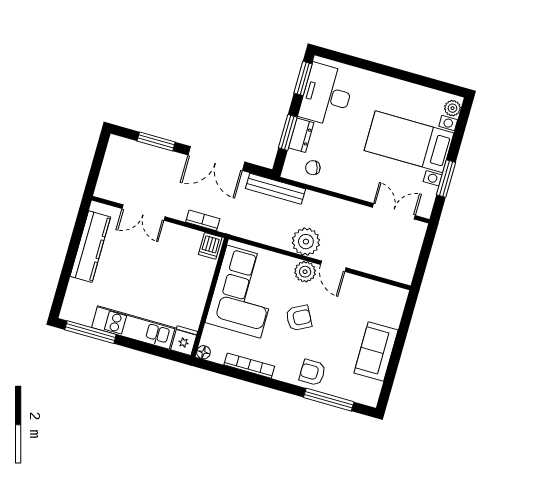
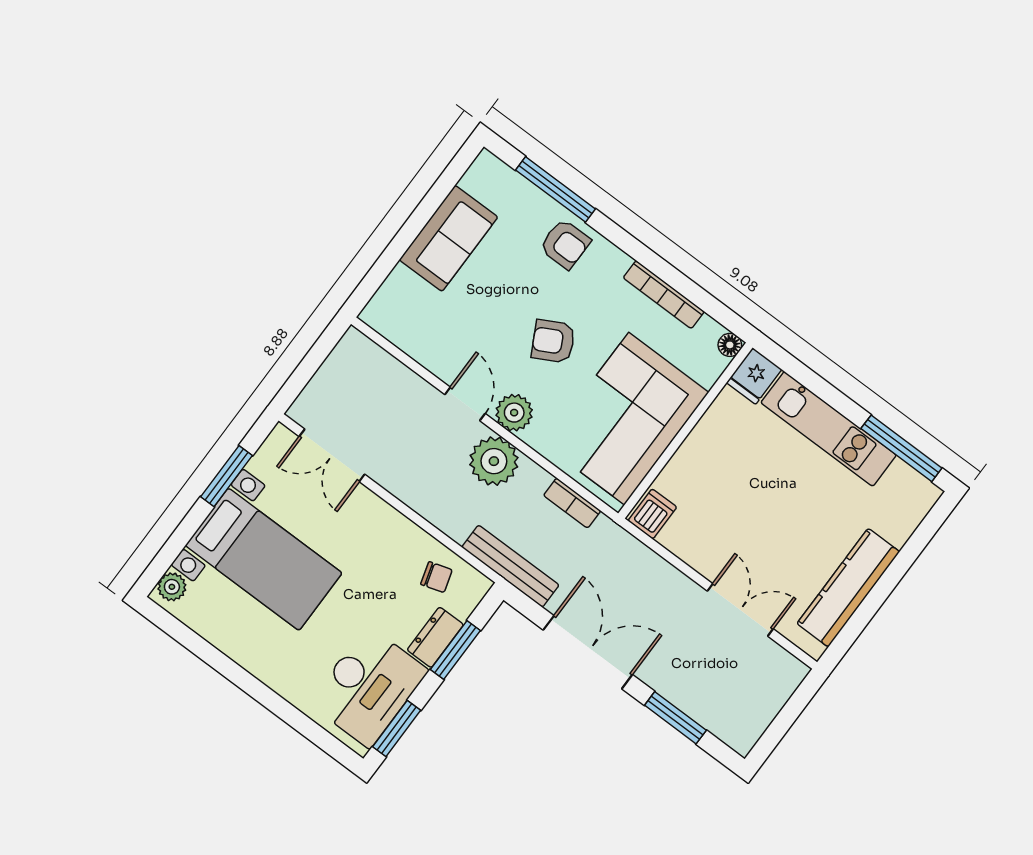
bookcase: (203, 220) -> (572, 503), moved

